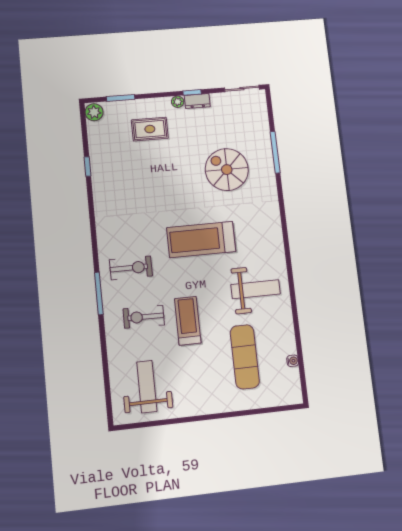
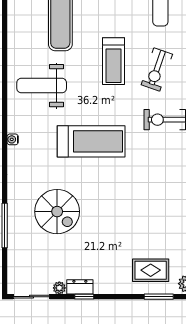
plant: (178, 102) -> (59, 288), moved
rug: (150, 129) -> (151, 270), moved
exercise bike: (144, 317) -> (157, 69), turned 108
water cooler: (293, 361) -> (13, 139), moved

